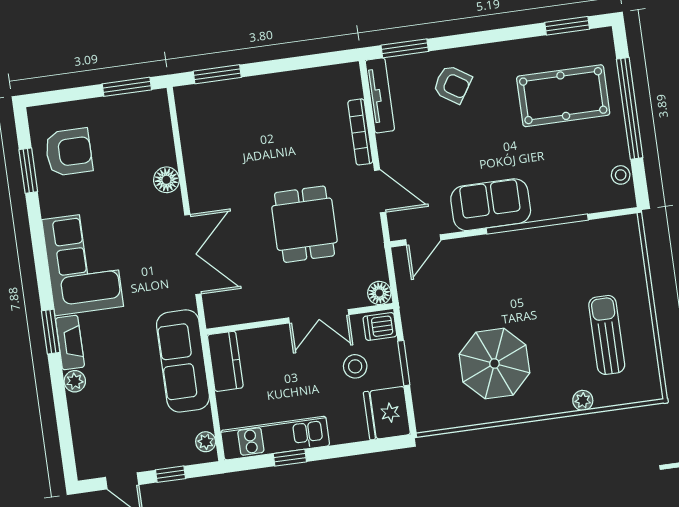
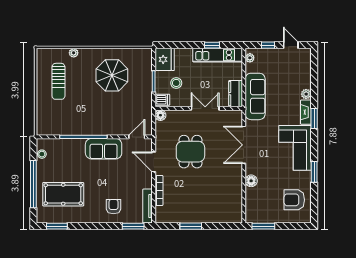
window: (217, 74) -> (191, 226), moved
armchair: (452, 84) -> (113, 207), turned 57
window: (28, 171) -> (314, 172), moved
double door: (319, 316) -> (205, 108), moved

